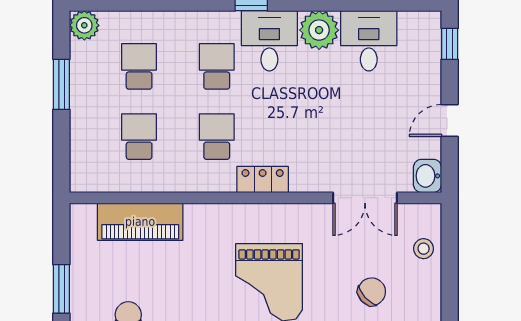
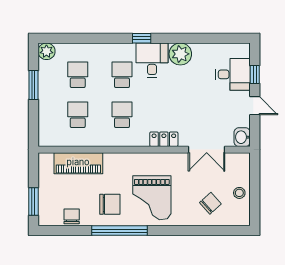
desk: (369, 41) -> (233, 74), moved, turned 90
window: (450, 44) -> (255, 74), moved
door: (450, 121) -> (255, 106), swing flipped
locker: (263, 180) -> (164, 139), moved
stool: (424, 249) -> (239, 193), moved
chair: (196, 294) -> (110, 204), added

